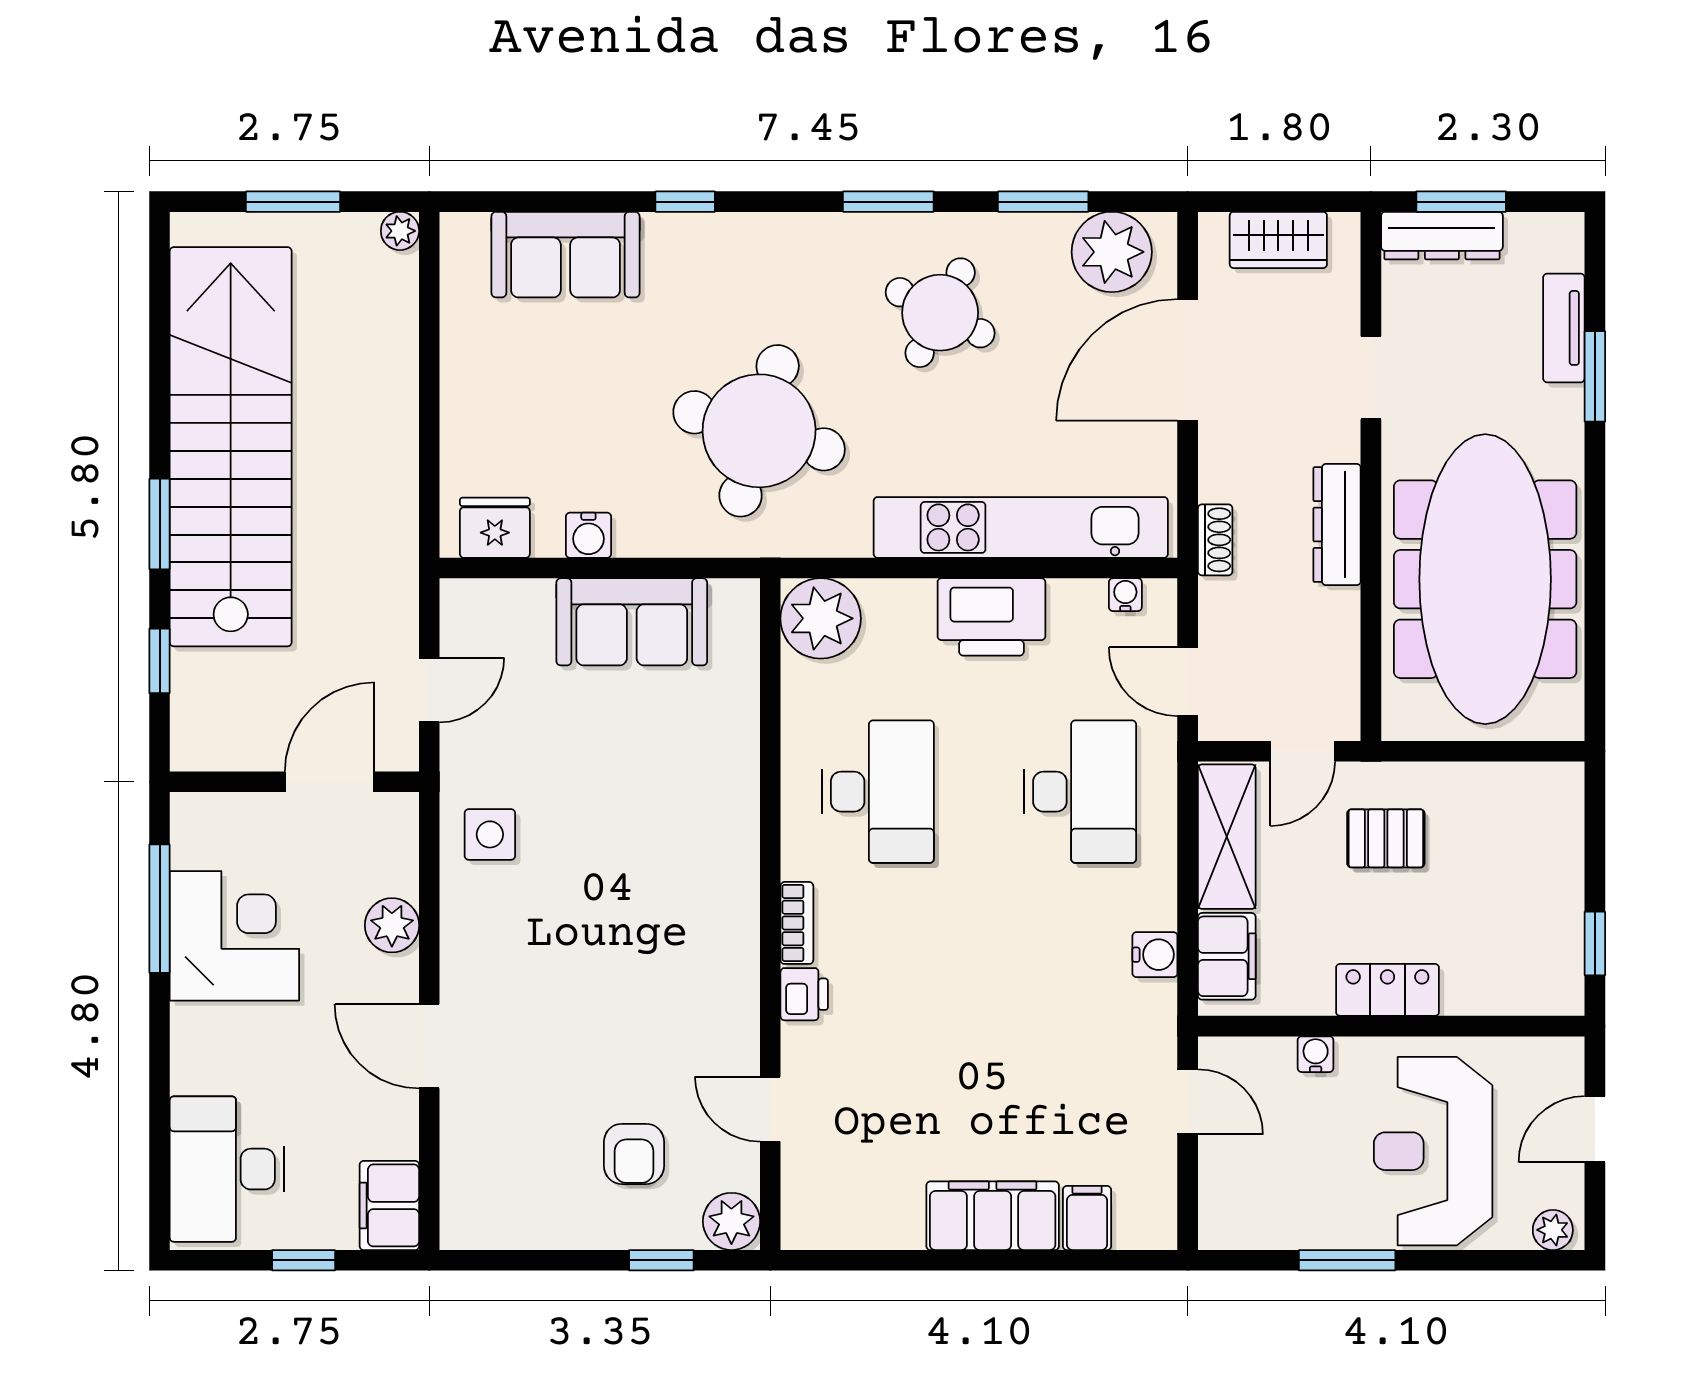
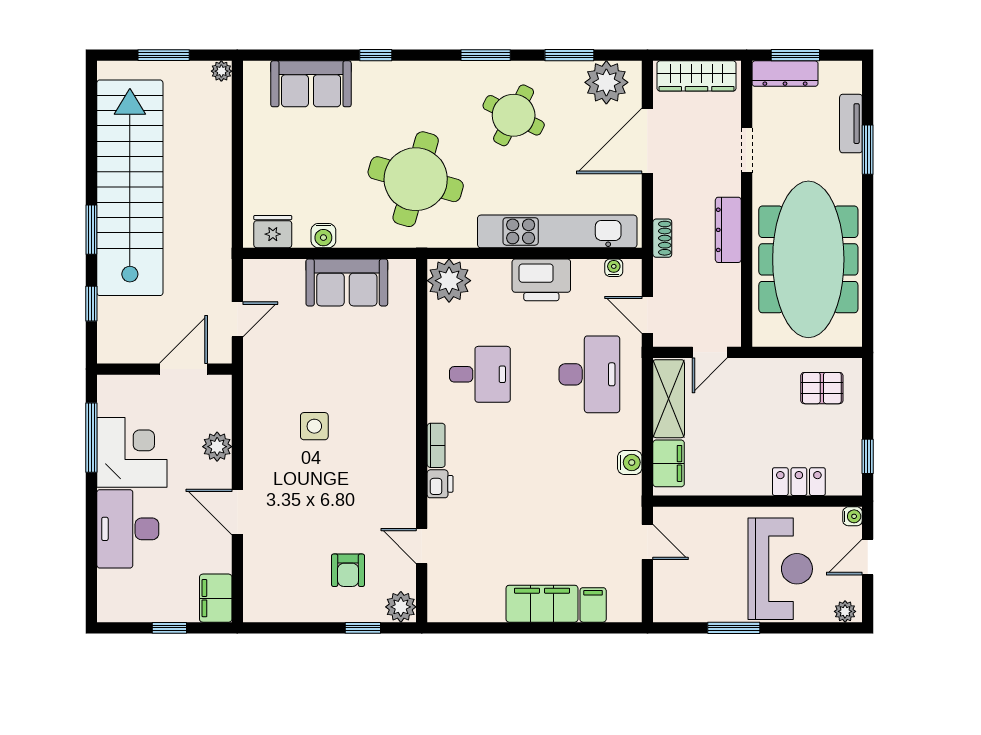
wardrobe: (1278, 240) -> (697, 76), width x1.50
desk: (878, 792) -> (480, 374), width x0.73
side table: (490, 834) -> (314, 426), moved
pallet: (1386, 838) -> (822, 388), moved
locker: (1387, 990) -> (799, 482), moved
water cooler: (1316, 1054) -> (853, 516), moved, turned 90
reception desk: (1433, 1151) -> (780, 569), turned 180
desk: (227, 1169) -> (128, 529), moved

